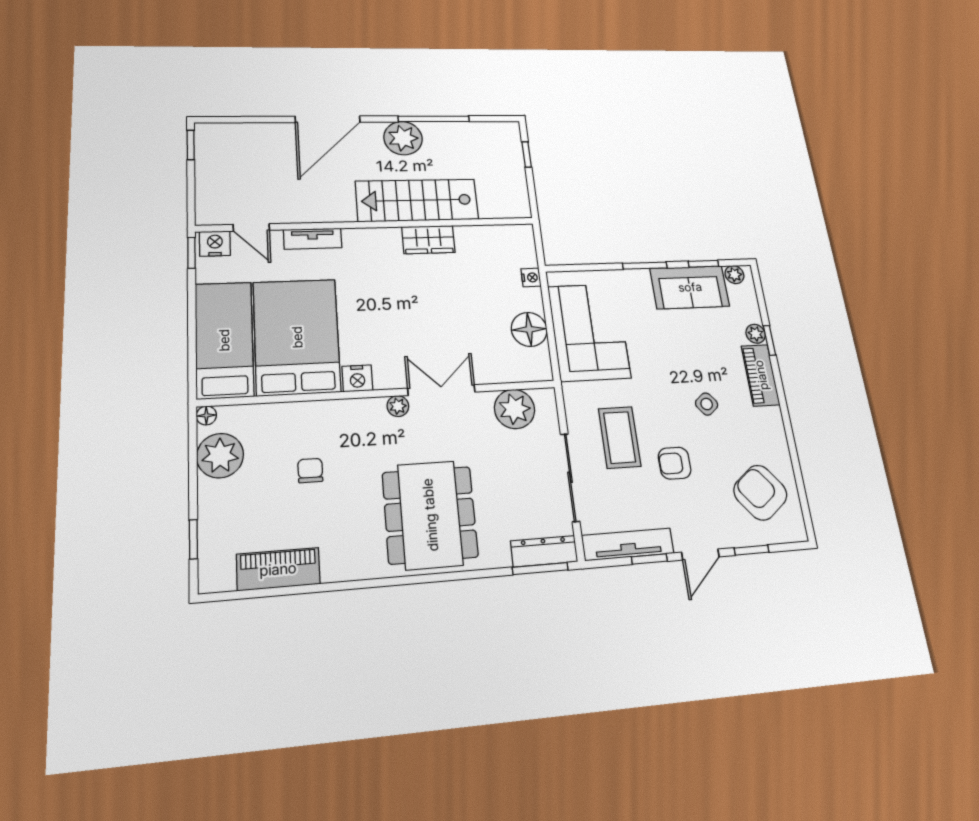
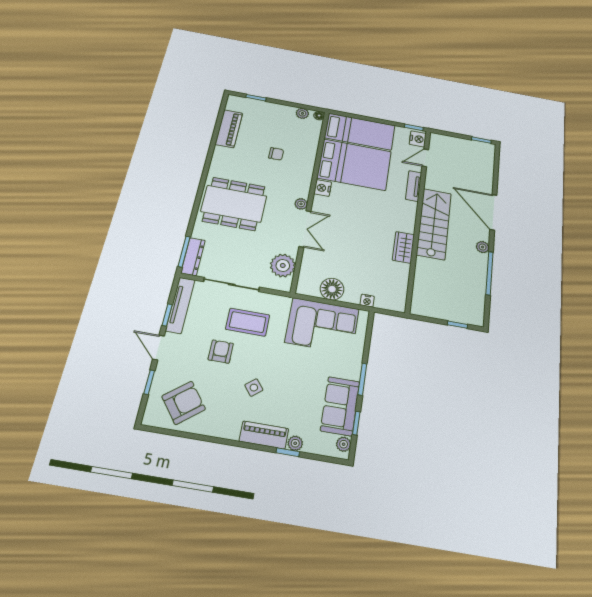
plant: (403, 138) -> (483, 247), width x0.53, depth x0.53
stairs: (417, 200) -> (434, 224), moved
plant: (220, 456) -> (302, 113), width x0.53, depth x0.53

